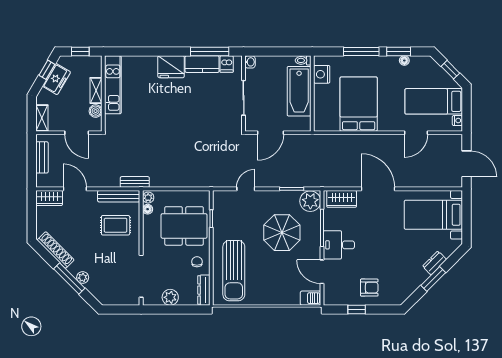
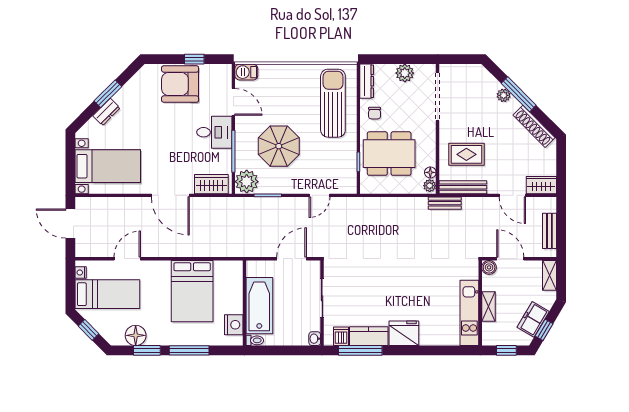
floor lamp: (404, 61) -> (136, 335), width x1.89, depth x1.89
boiler: (96, 111) -> (489, 267), moved
armchair: (369, 288) -> (180, 84), width x1.88, depth x1.88

